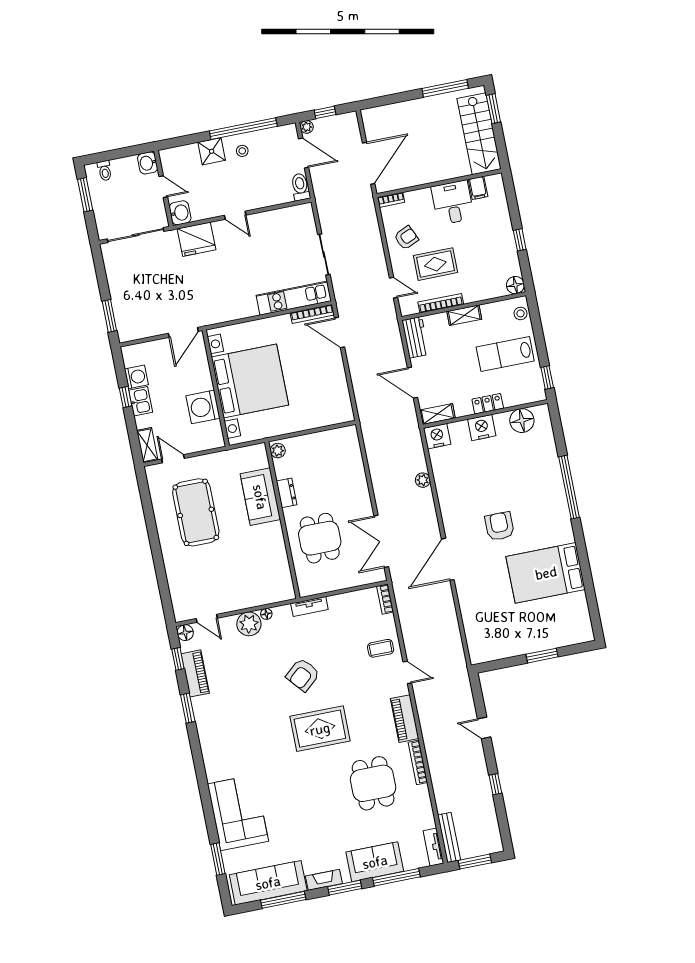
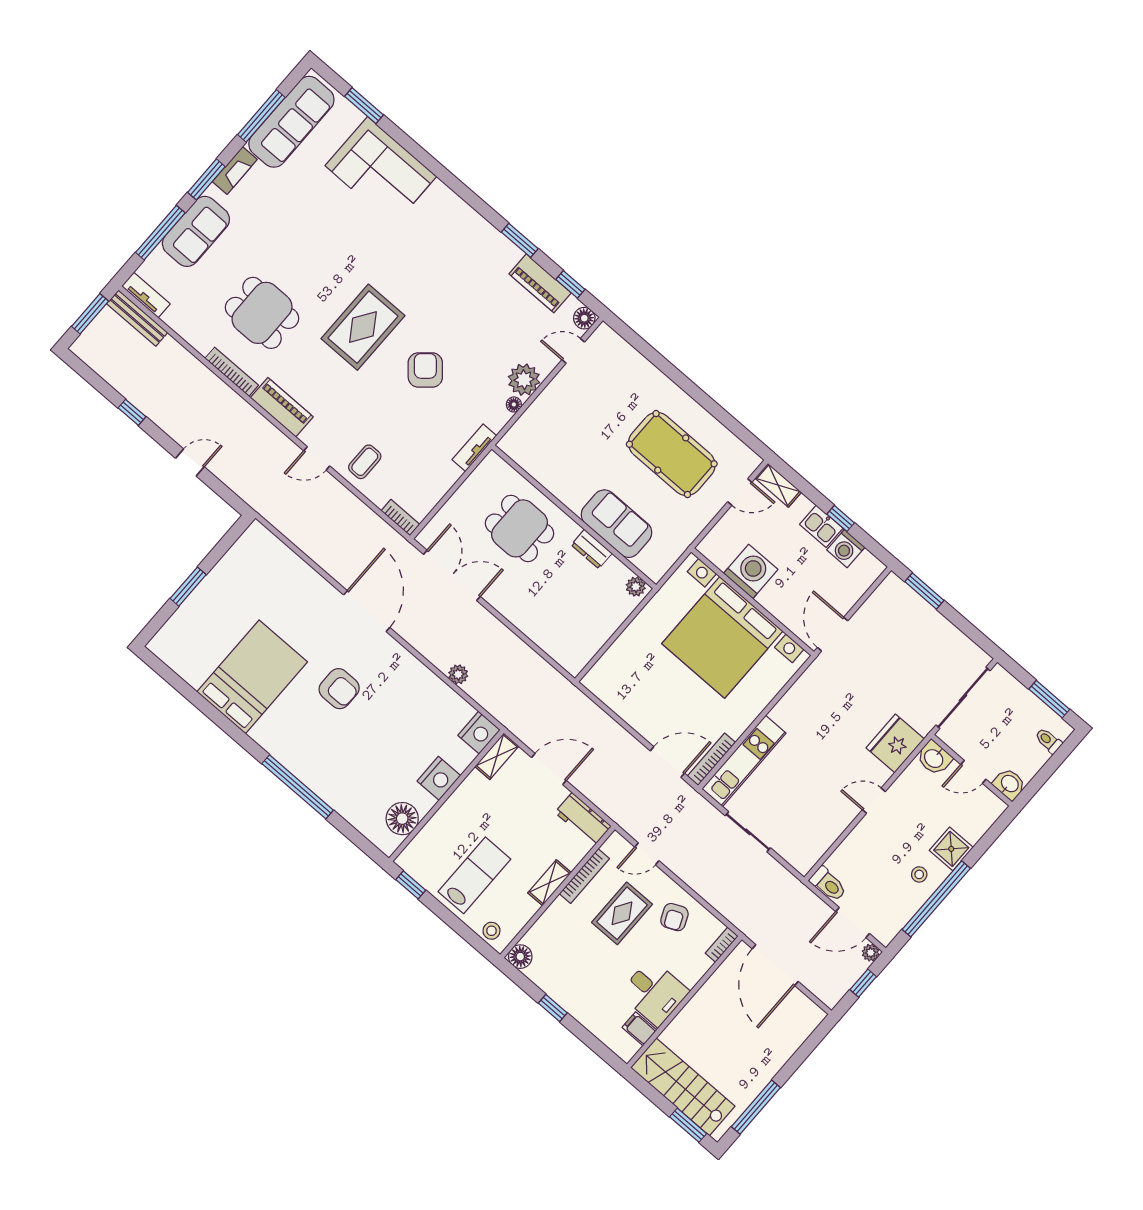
locker: (488, 404) -> (452, 808), removed

